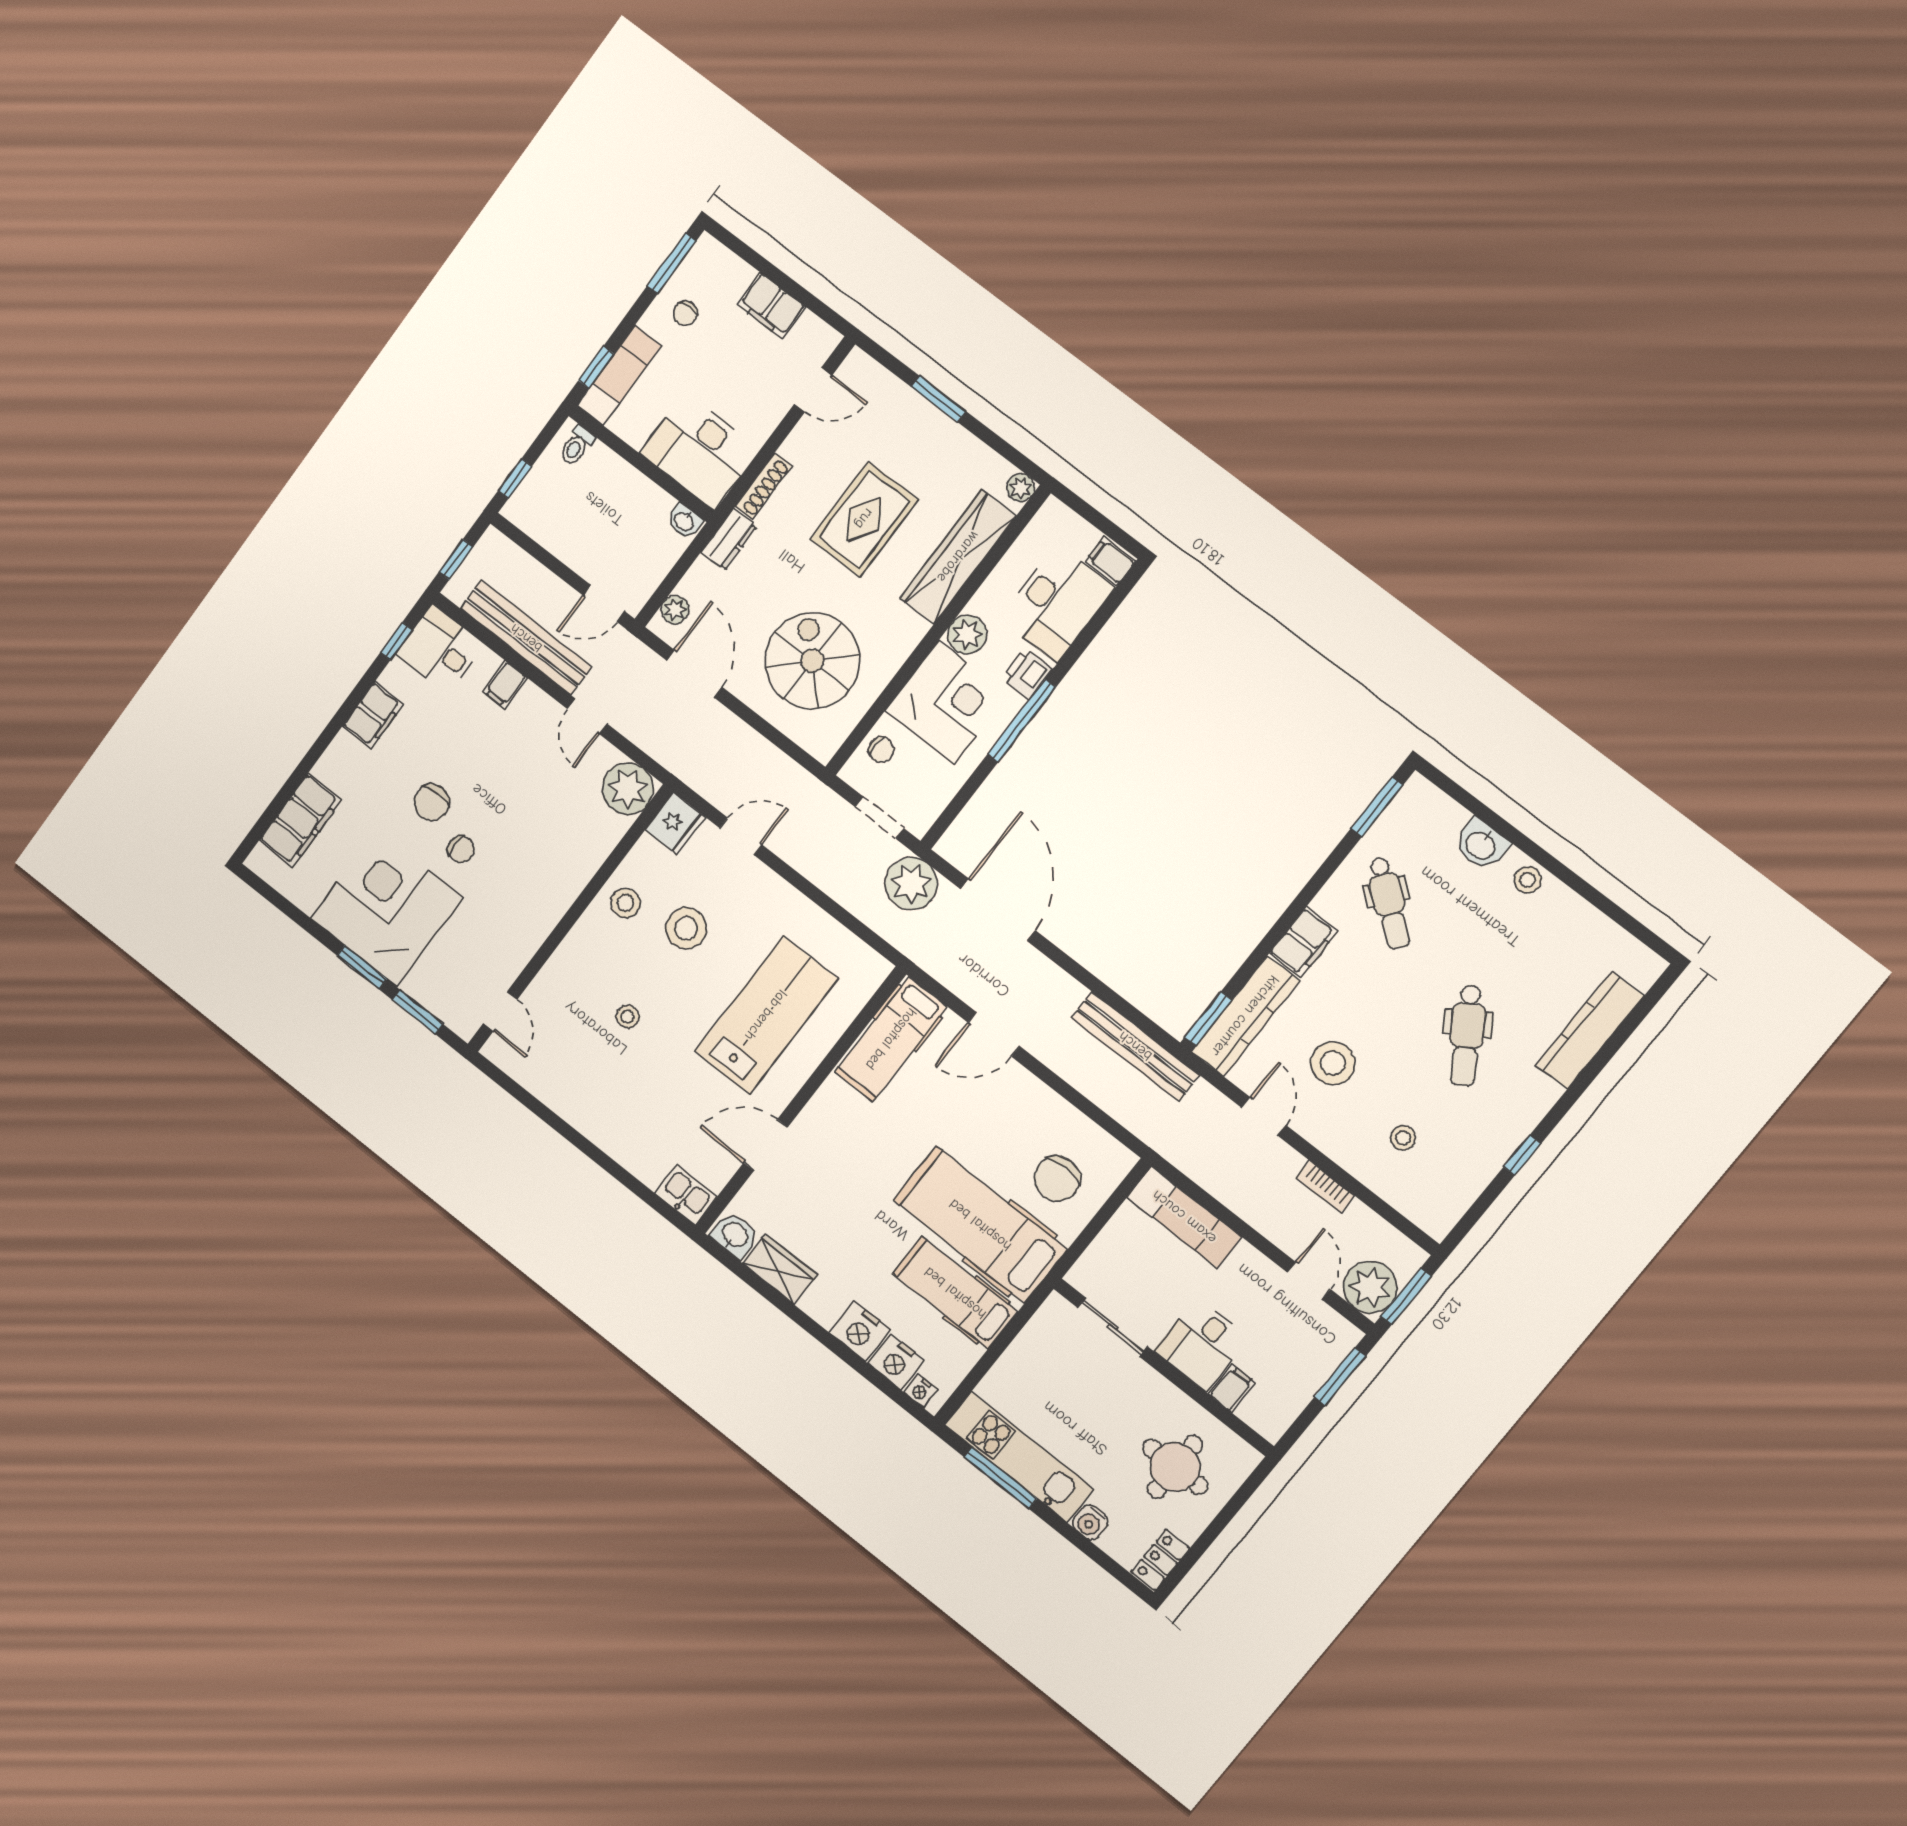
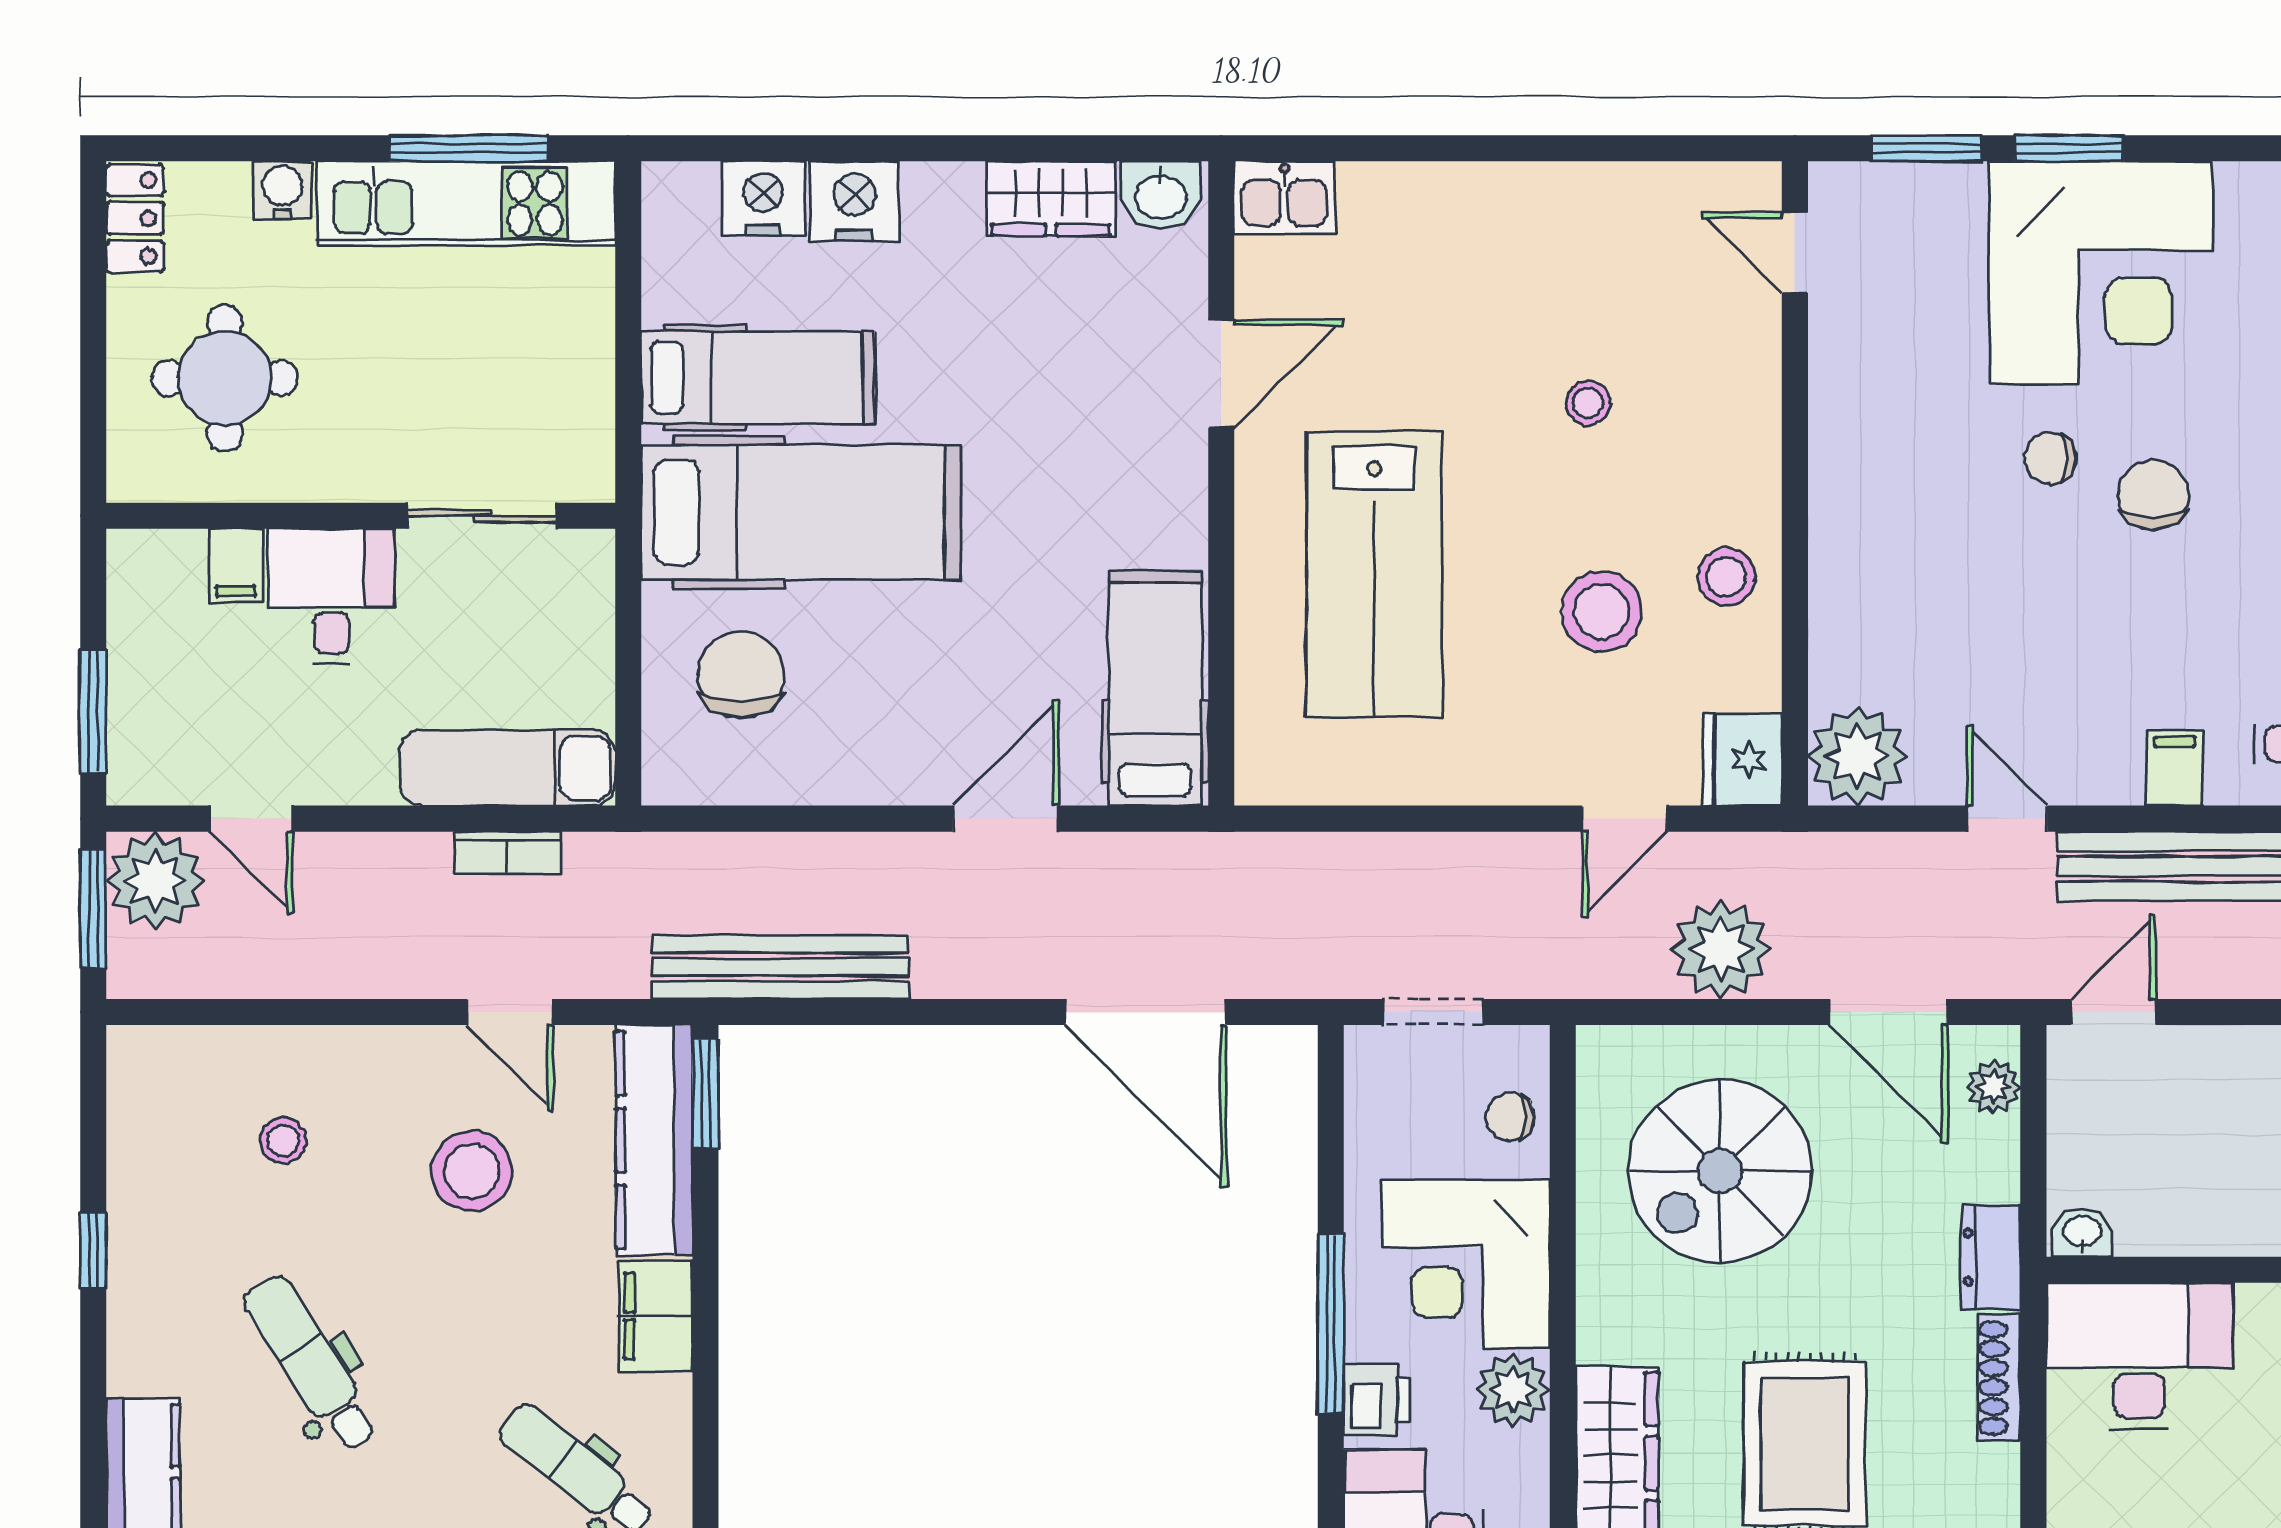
spiral stairs: (812, 661) -> (1720, 1171), turned 90
plant: (911, 884) -> (1721, 949), moved
bookcase: (1325, 1187) -> (507, 853), moved, turned 180
nightstand: (920, 1391) -> (692, 184), removed

